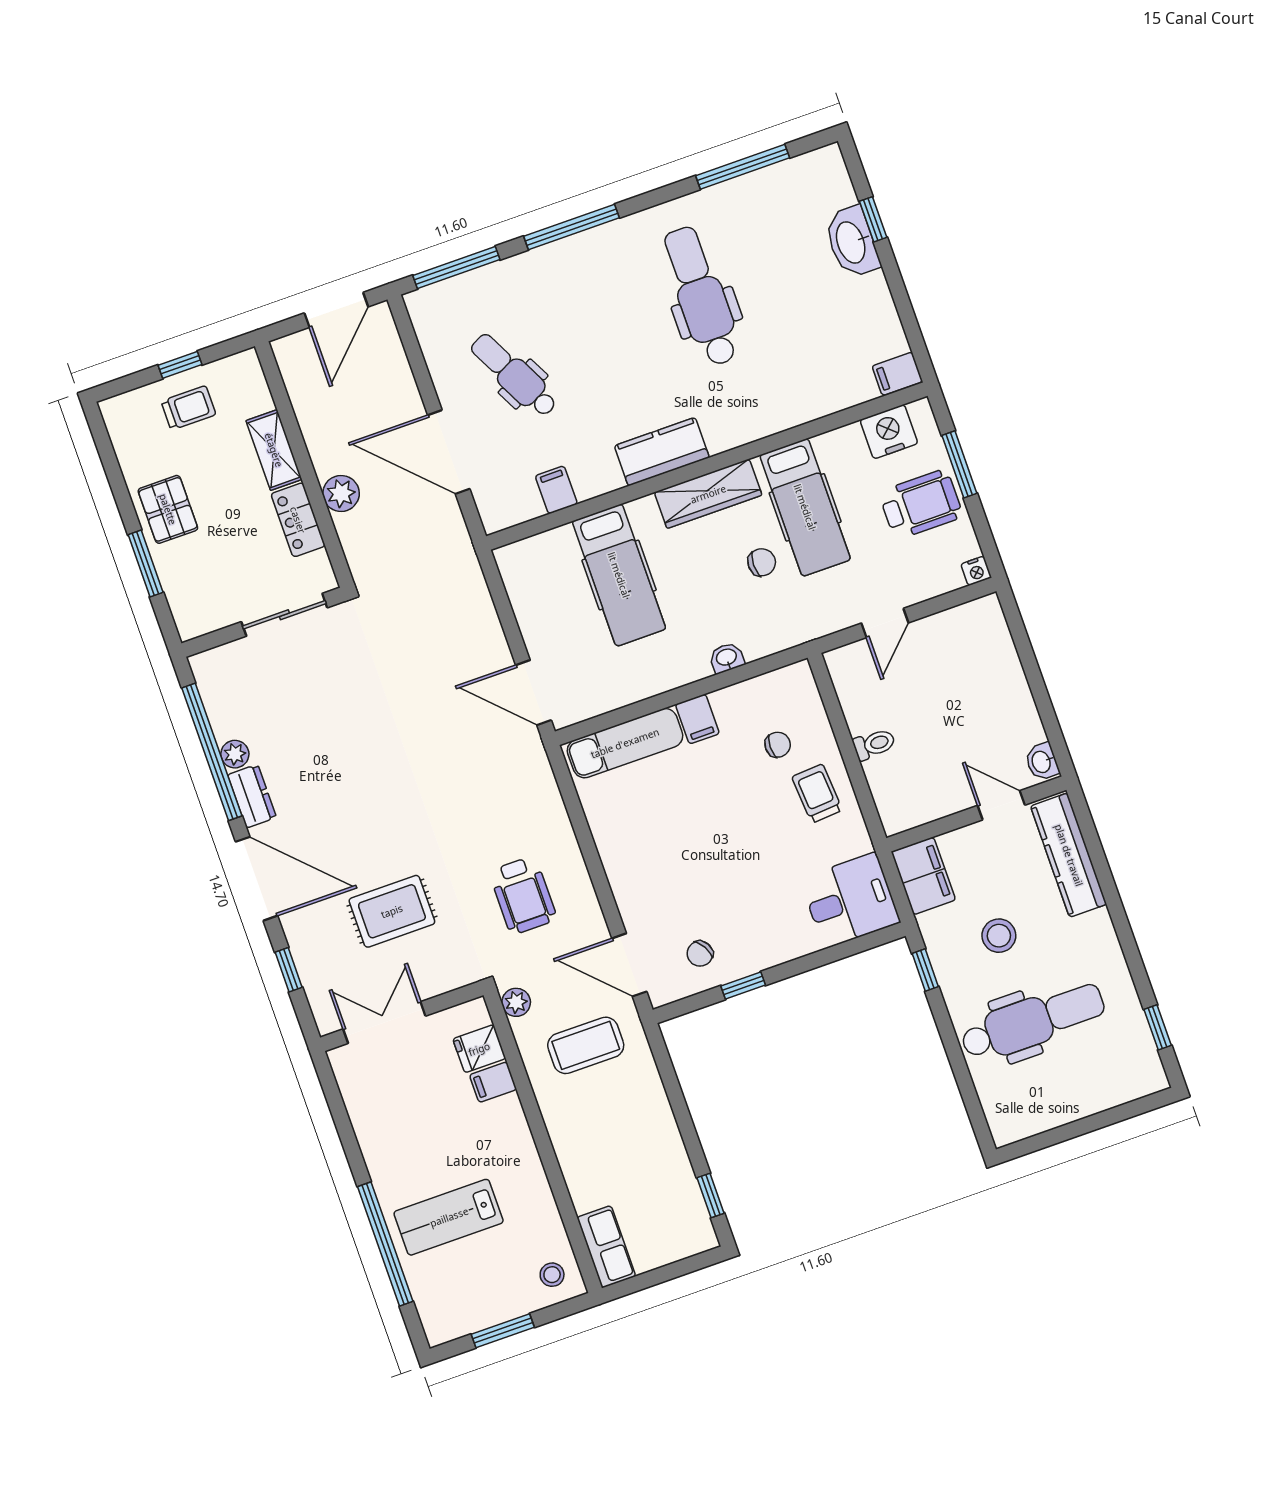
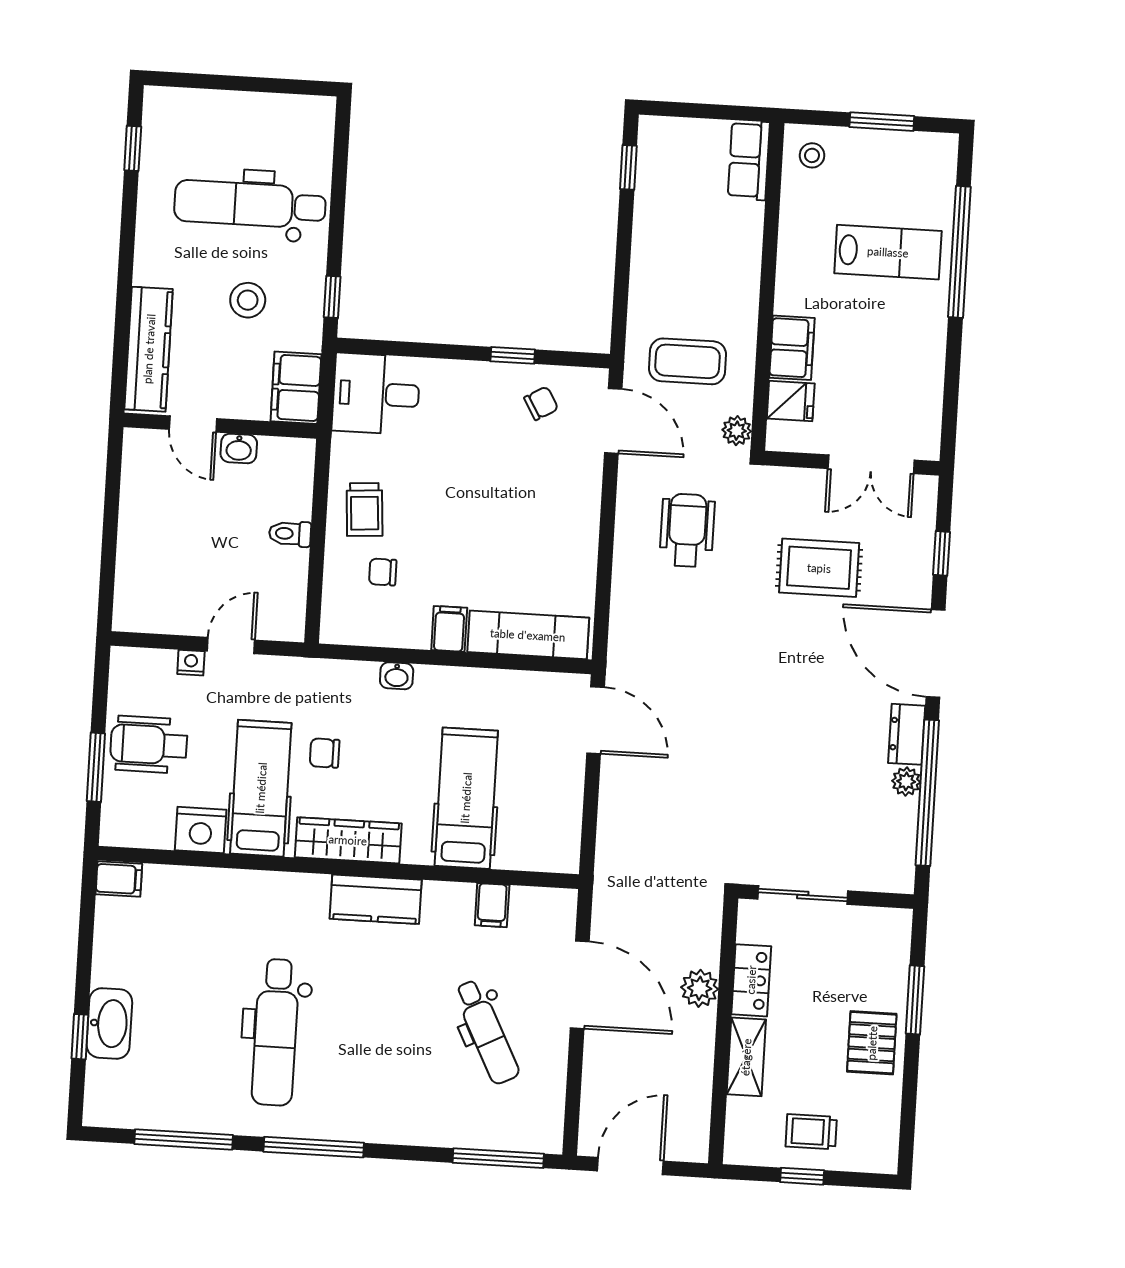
window: (572, 227) -> (314, 1147), moved
nightstand: (889, 432) -> (201, 830), moved
nightstand: (976, 571) -> (191, 663), moved
washbasin: (1042, 762) -> (239, 448), moved, turned 90
filing cabinet: (493, 1082) -> (792, 348), width x2.00

